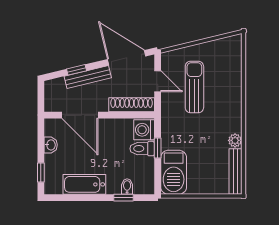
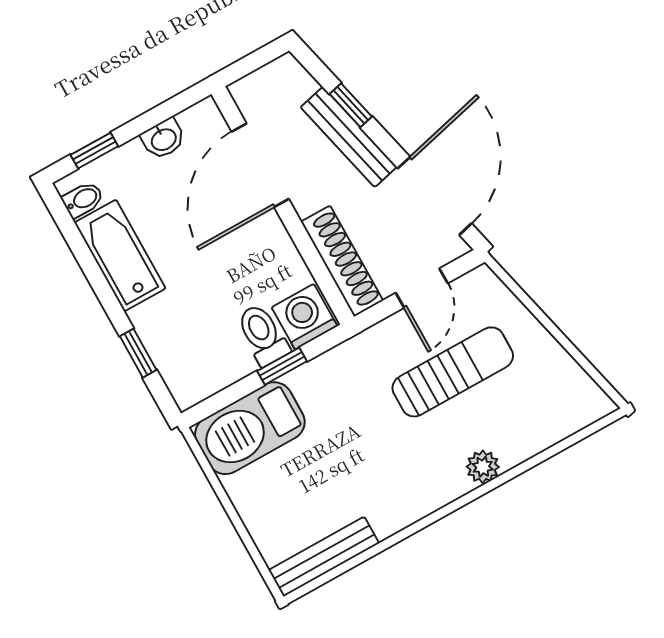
plant: (235, 140) -> (483, 467), moved
bidet: (127, 187) -> (83, 199), moved

